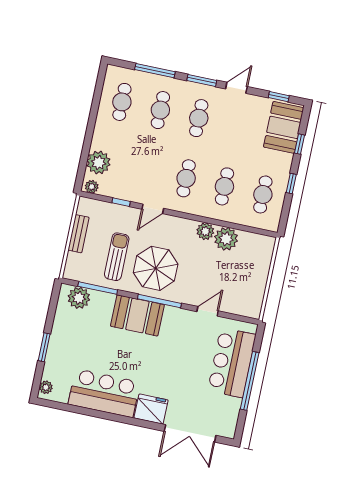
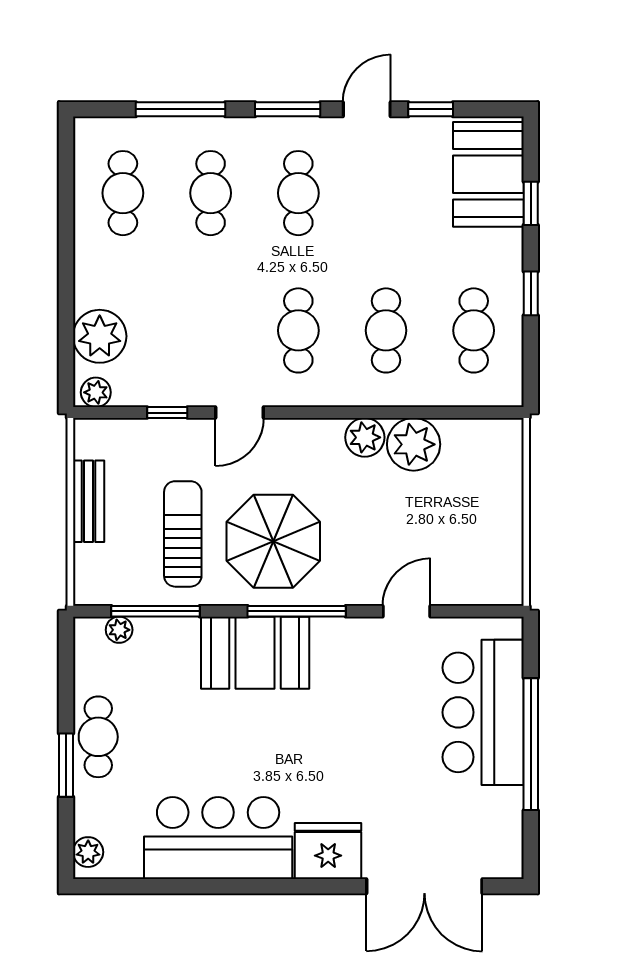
window: (279, 97) -> (431, 109), moved
plant: (79, 298) -> (119, 630), width x0.53, depth x0.53
cafe table: (61, 338) -> (98, 737), added

